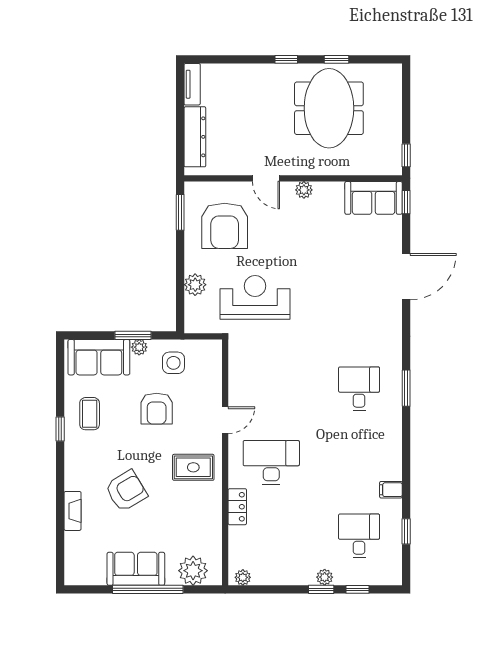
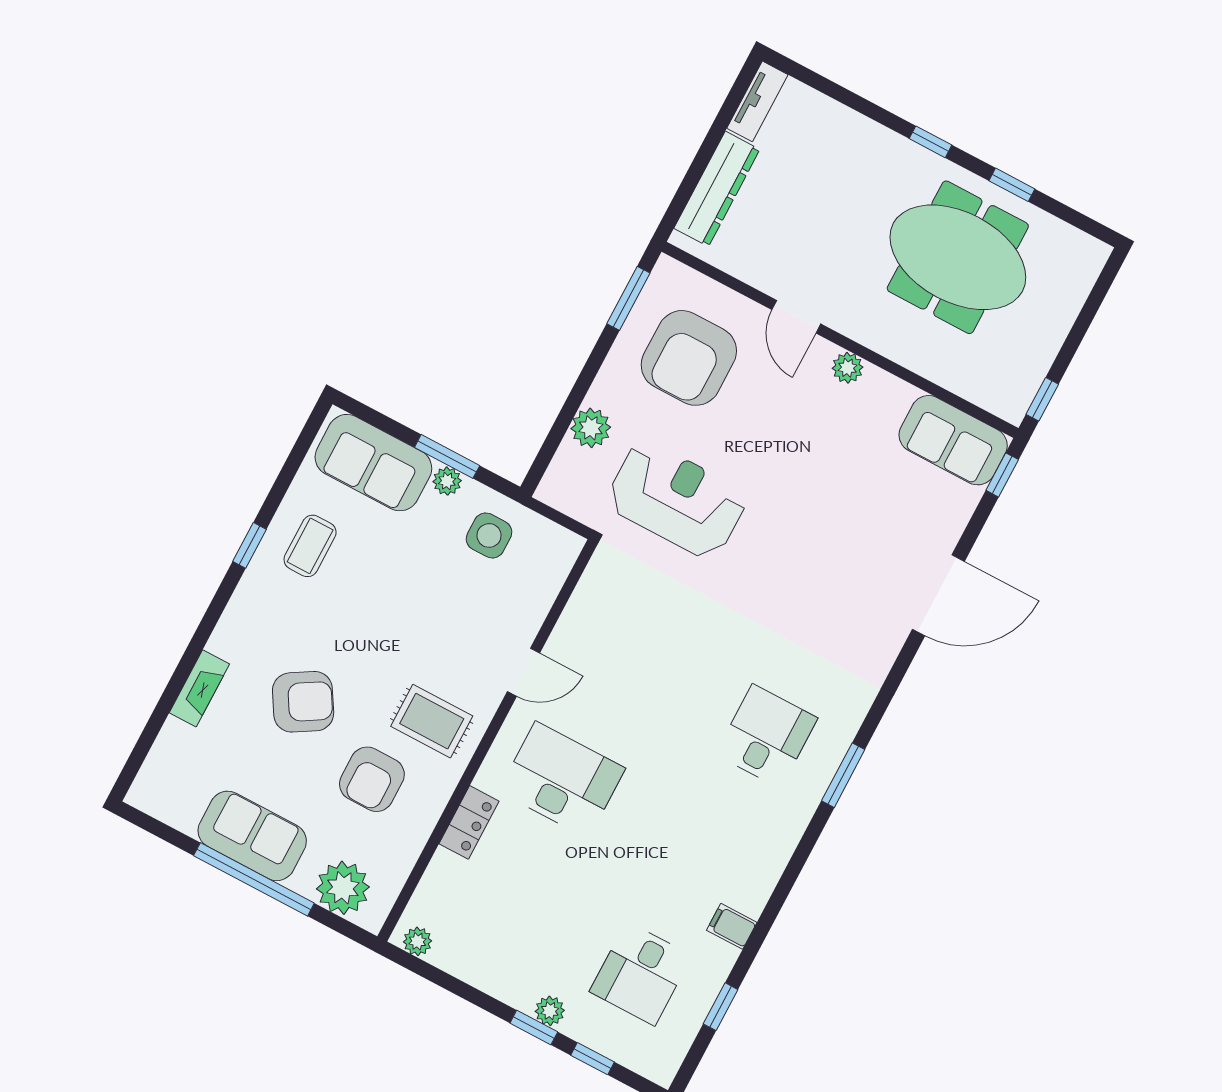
meeting table: (329, 108) -> (958, 257), turned 90
armchair: (157, 409) -> (372, 779), moved
desk: (359, 536) -> (641, 974), turned 180

